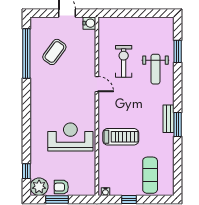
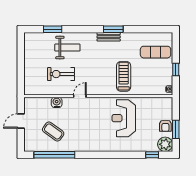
water cooler: (89, 23) -> (57, 102), moved

